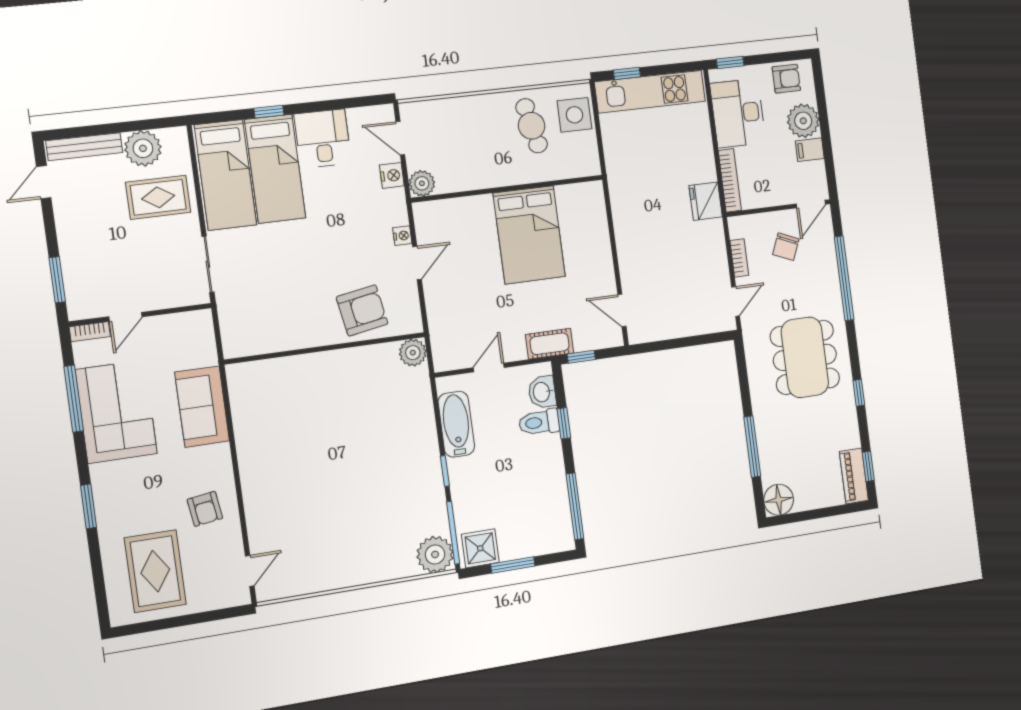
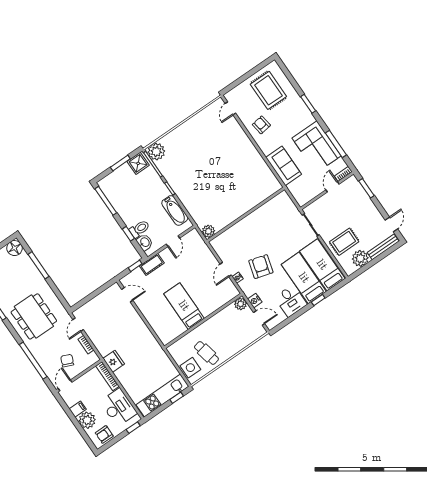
bed: (529, 235) -> (184, 306), width x0.67
armchair: (362, 310) -> (261, 267), moved, turned 116

